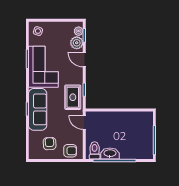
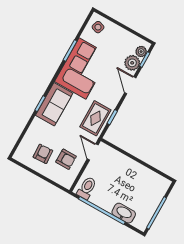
sofa: (38, 109) -> (54, 104), width x0.73
armchair: (70, 151) -> (66, 159), moved
washbasin: (110, 154) -> (124, 213), moved

